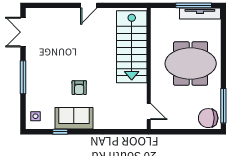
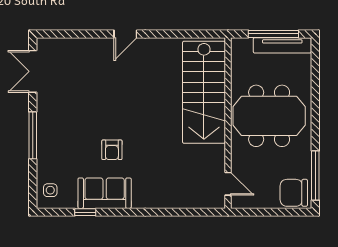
stairs: (132, 47) -> (204, 92), moved
wall: (149, 69) -> (228, 123), moved
door: (149, 112) -> (228, 184), moved

